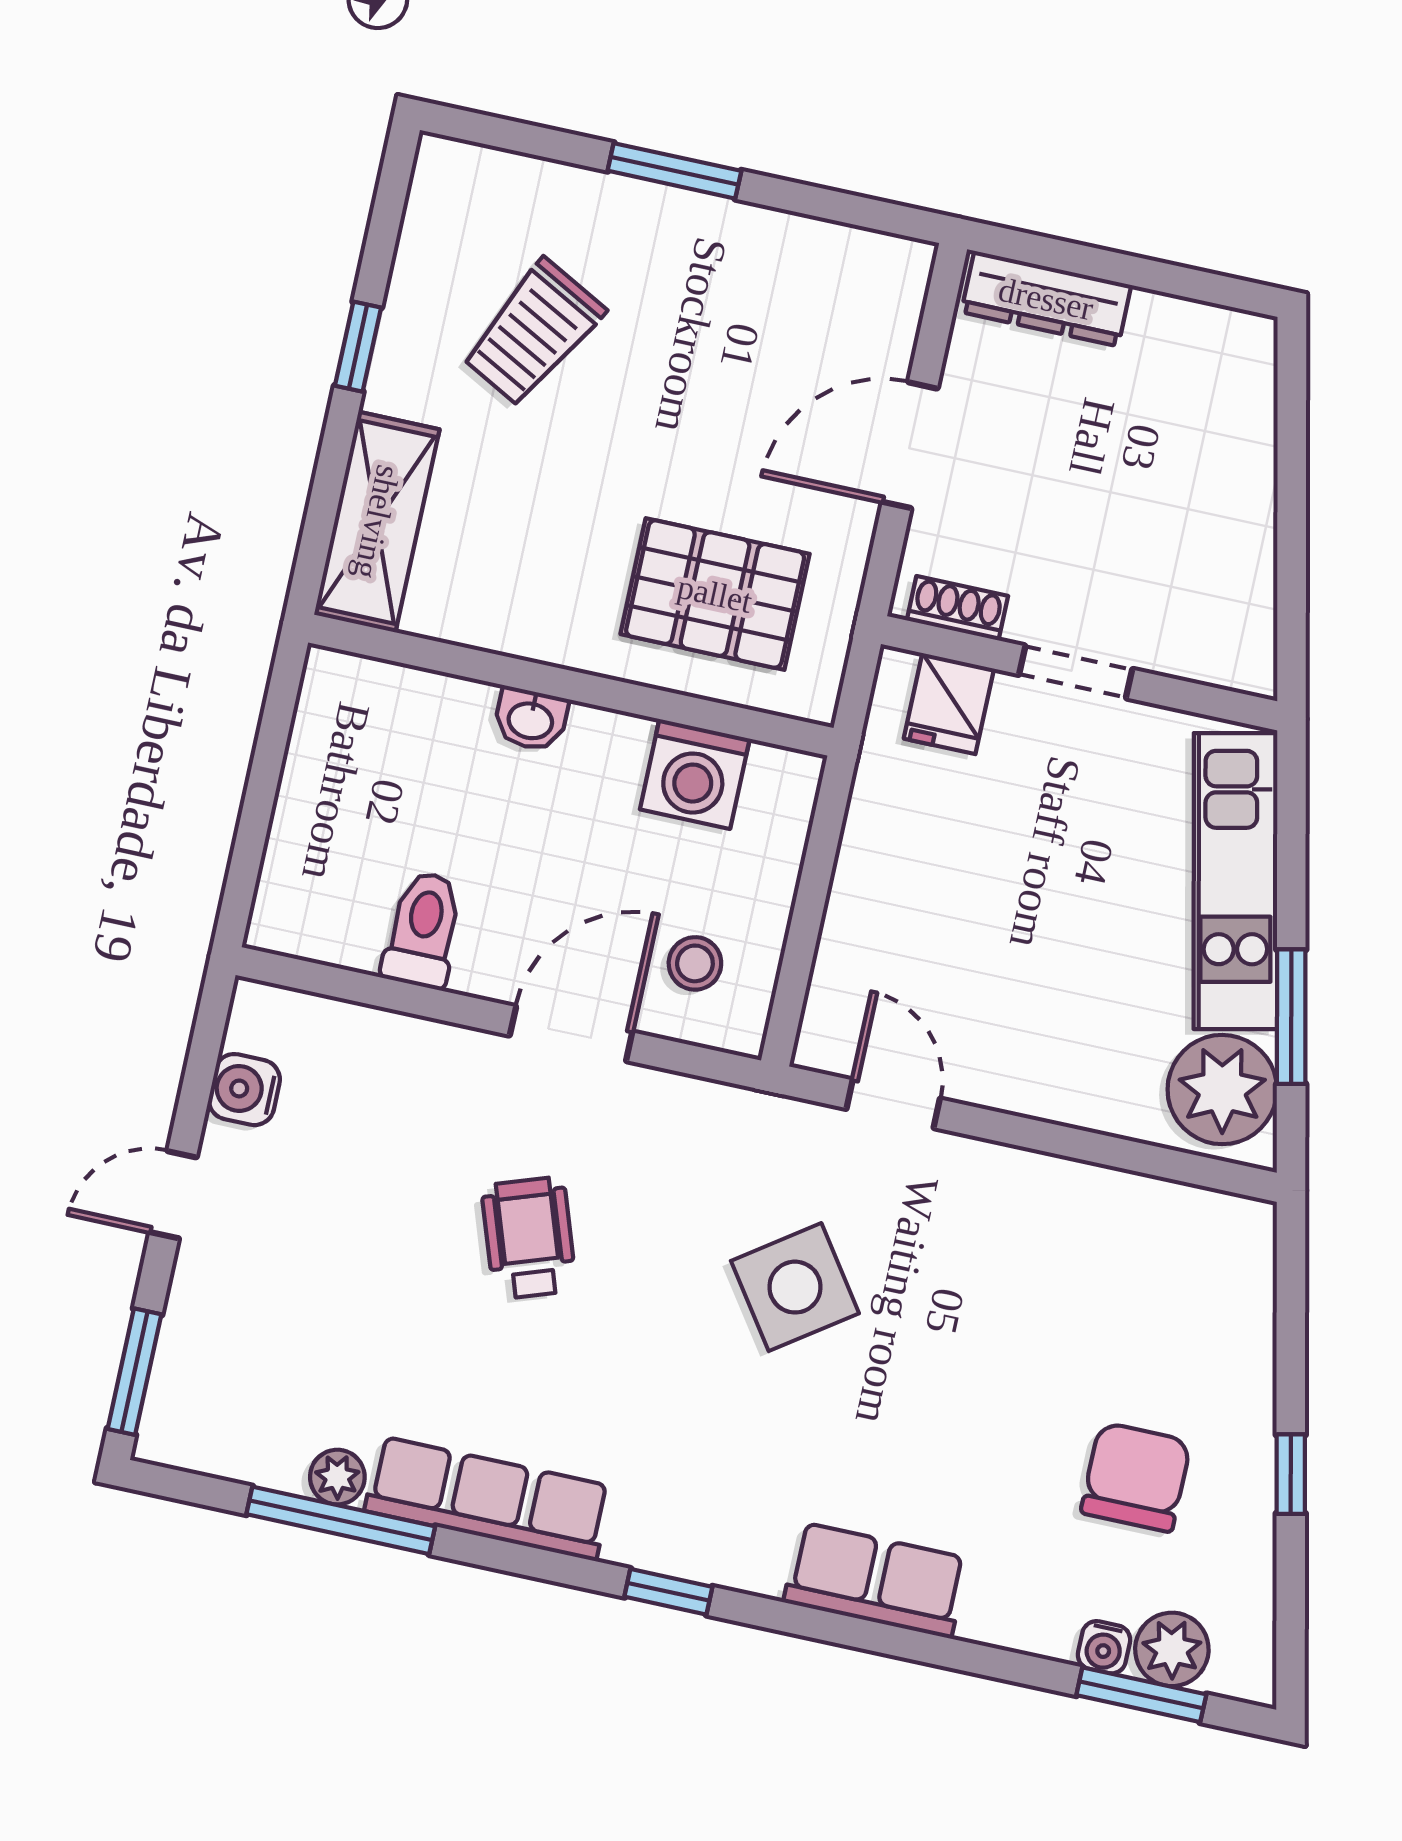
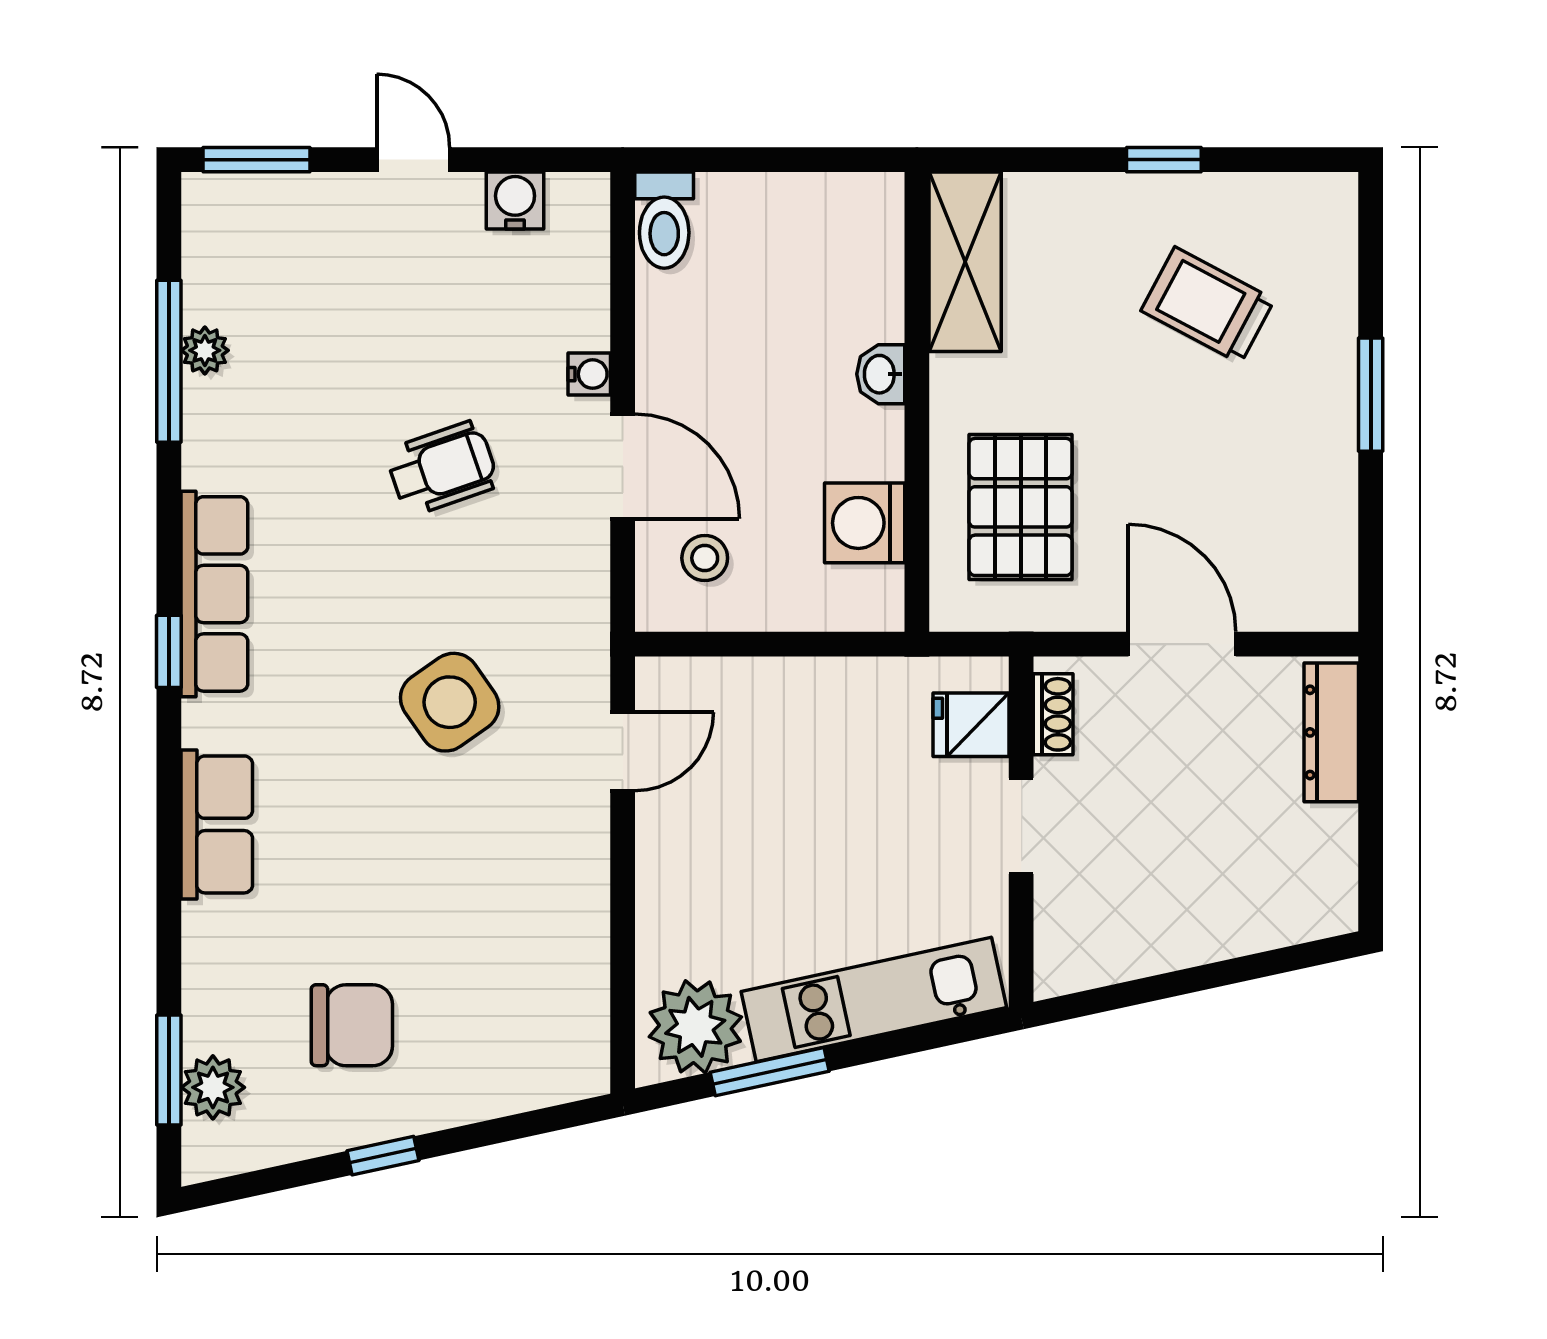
shelving: (377, 522) -> (965, 262), moved, turned 90
toilet: (423, 930) -> (664, 220), moved, turned 90
row of seats: (488, 1499) -> (214, 594), moved
water cooler: (1104, 1647) -> (589, 374), moved, turned 180

